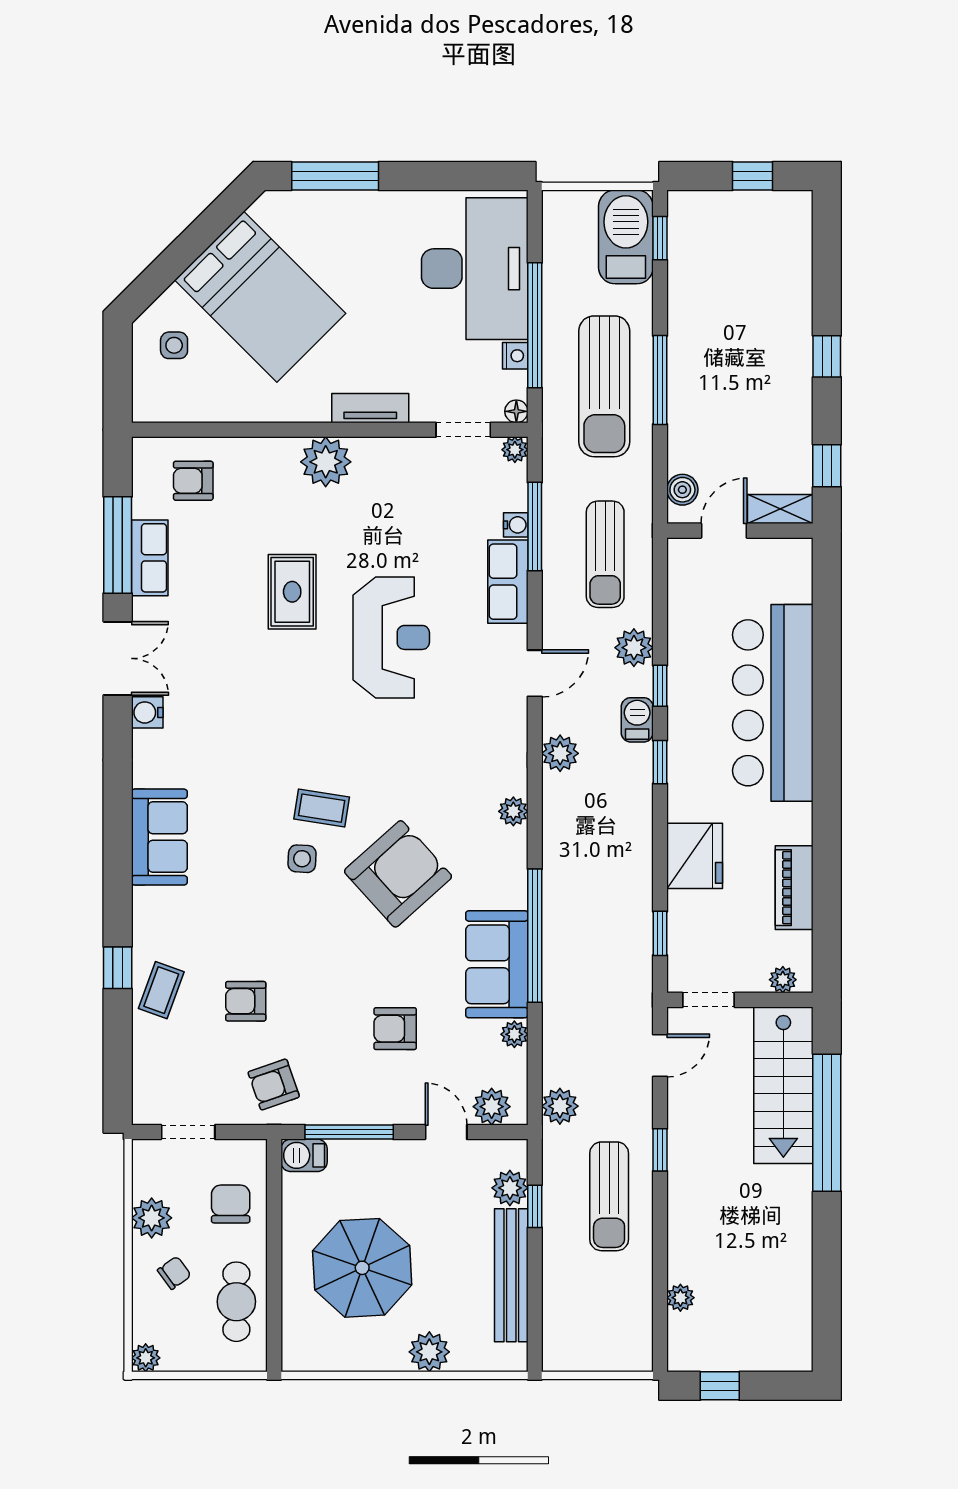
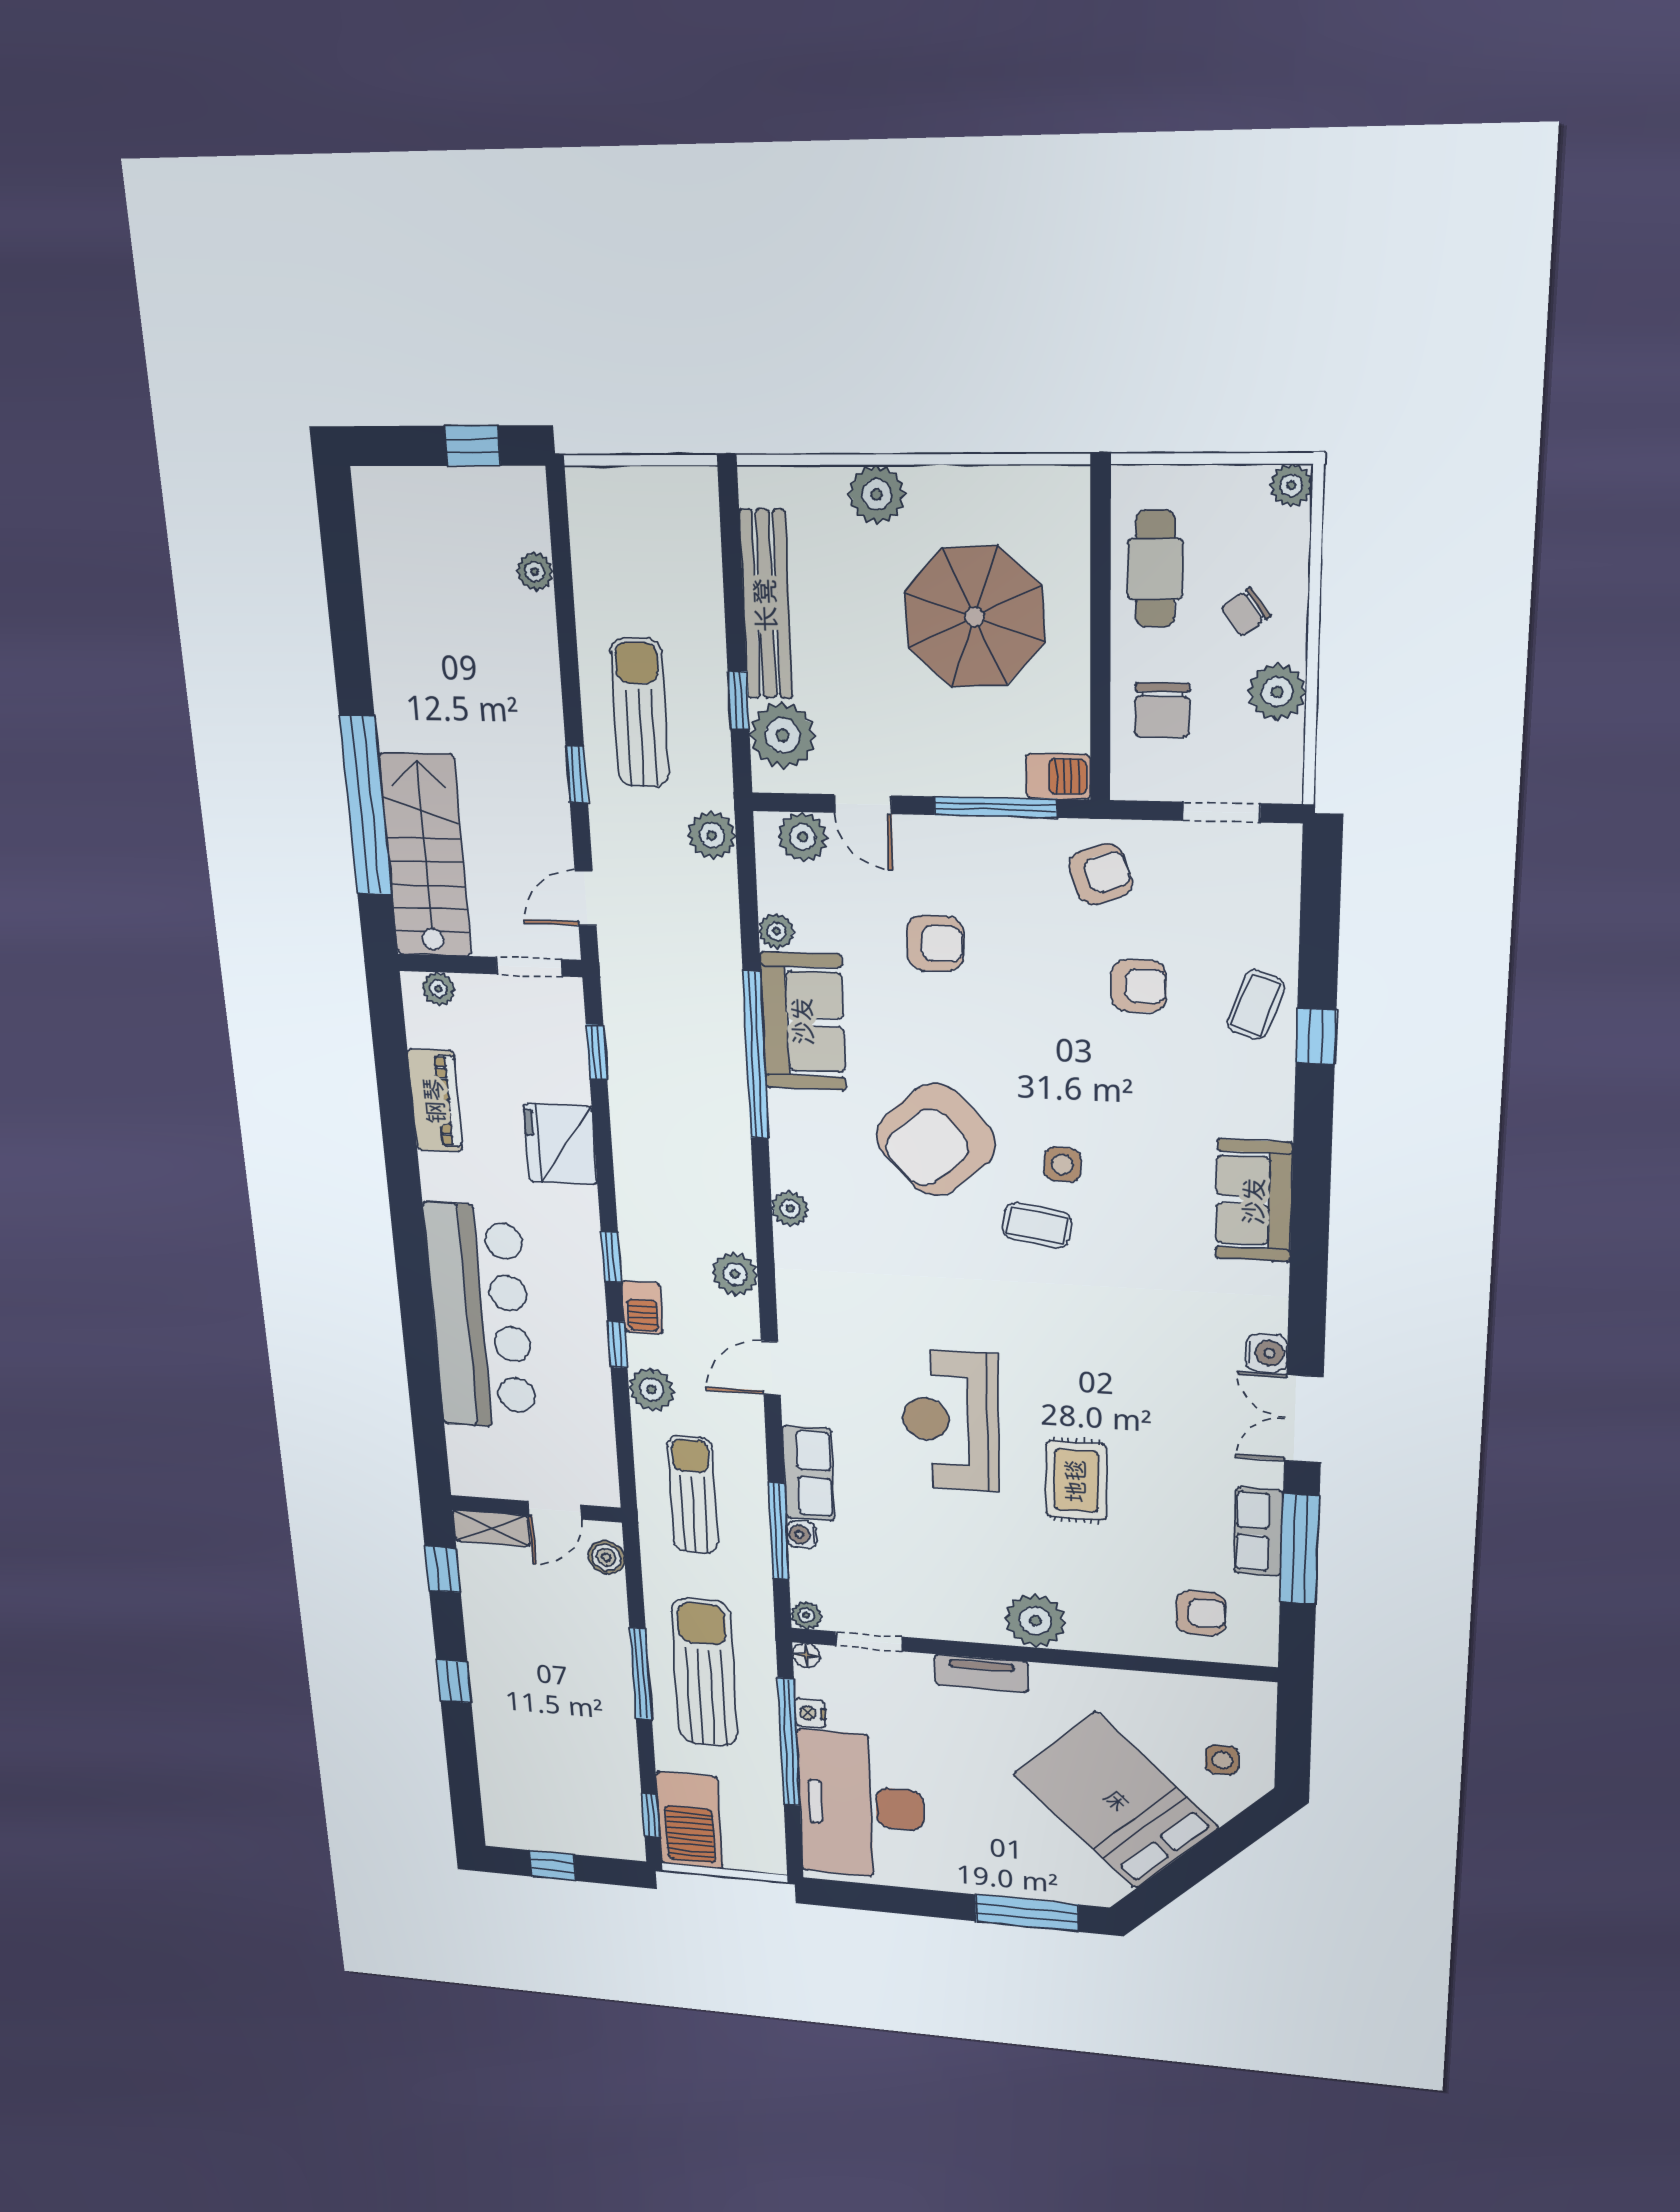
plant: (510, 1188) -> (783, 735), width x1.36, depth x1.36

